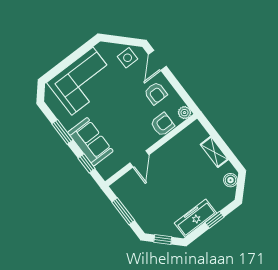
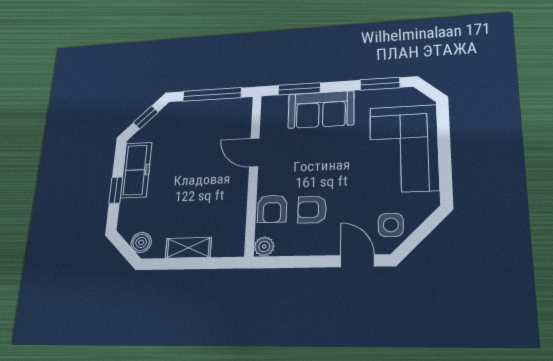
armchair: (156, 93) -> (312, 210), moved
window: (62, 132) -> (380, 84), moved
window: (87, 163) -> (299, 89), width x1.50
window: (123, 211) -> (212, 94), width x1.44

